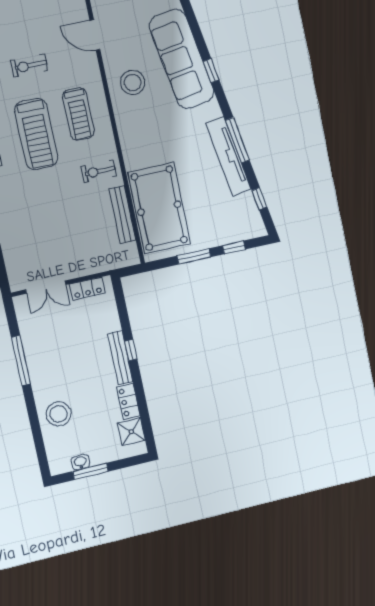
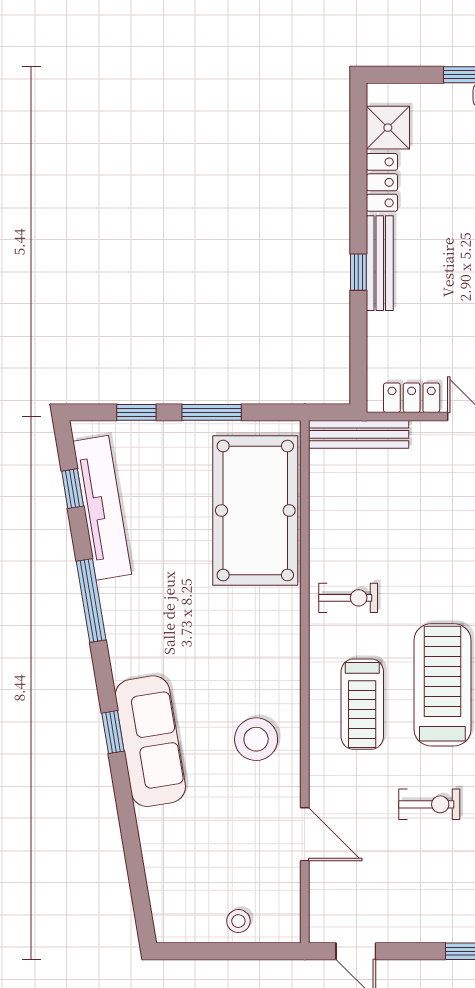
sofa: (181, 59) -> (150, 741), width x0.74, depth x0.79
treadmill: (78, 114) -> (362, 704), turned 180
tv unit: (228, 156) -> (102, 508), moved
bench: (122, 215) -> (359, 434), moved, turned 90

